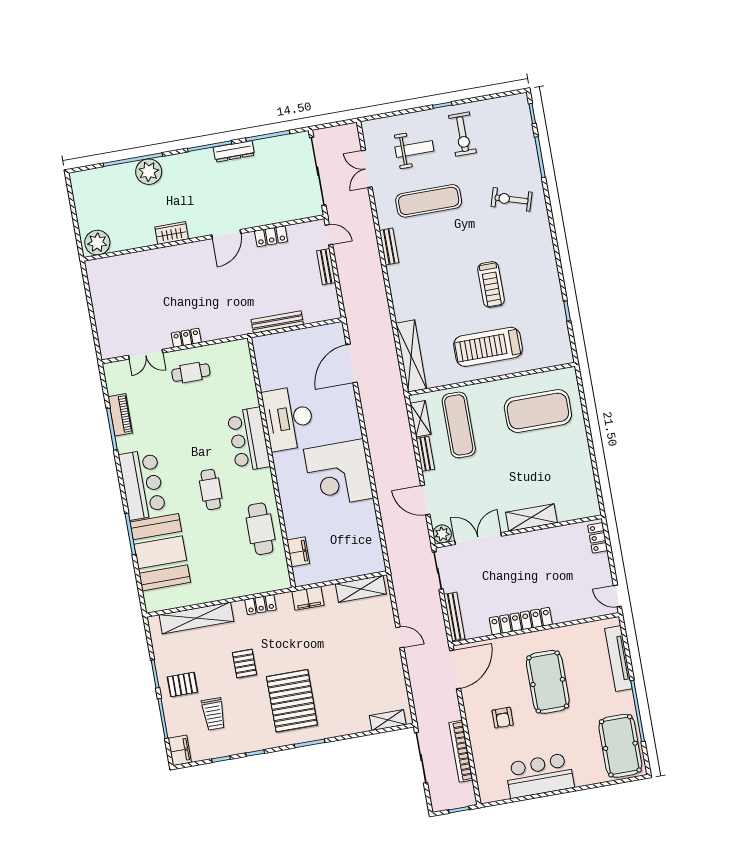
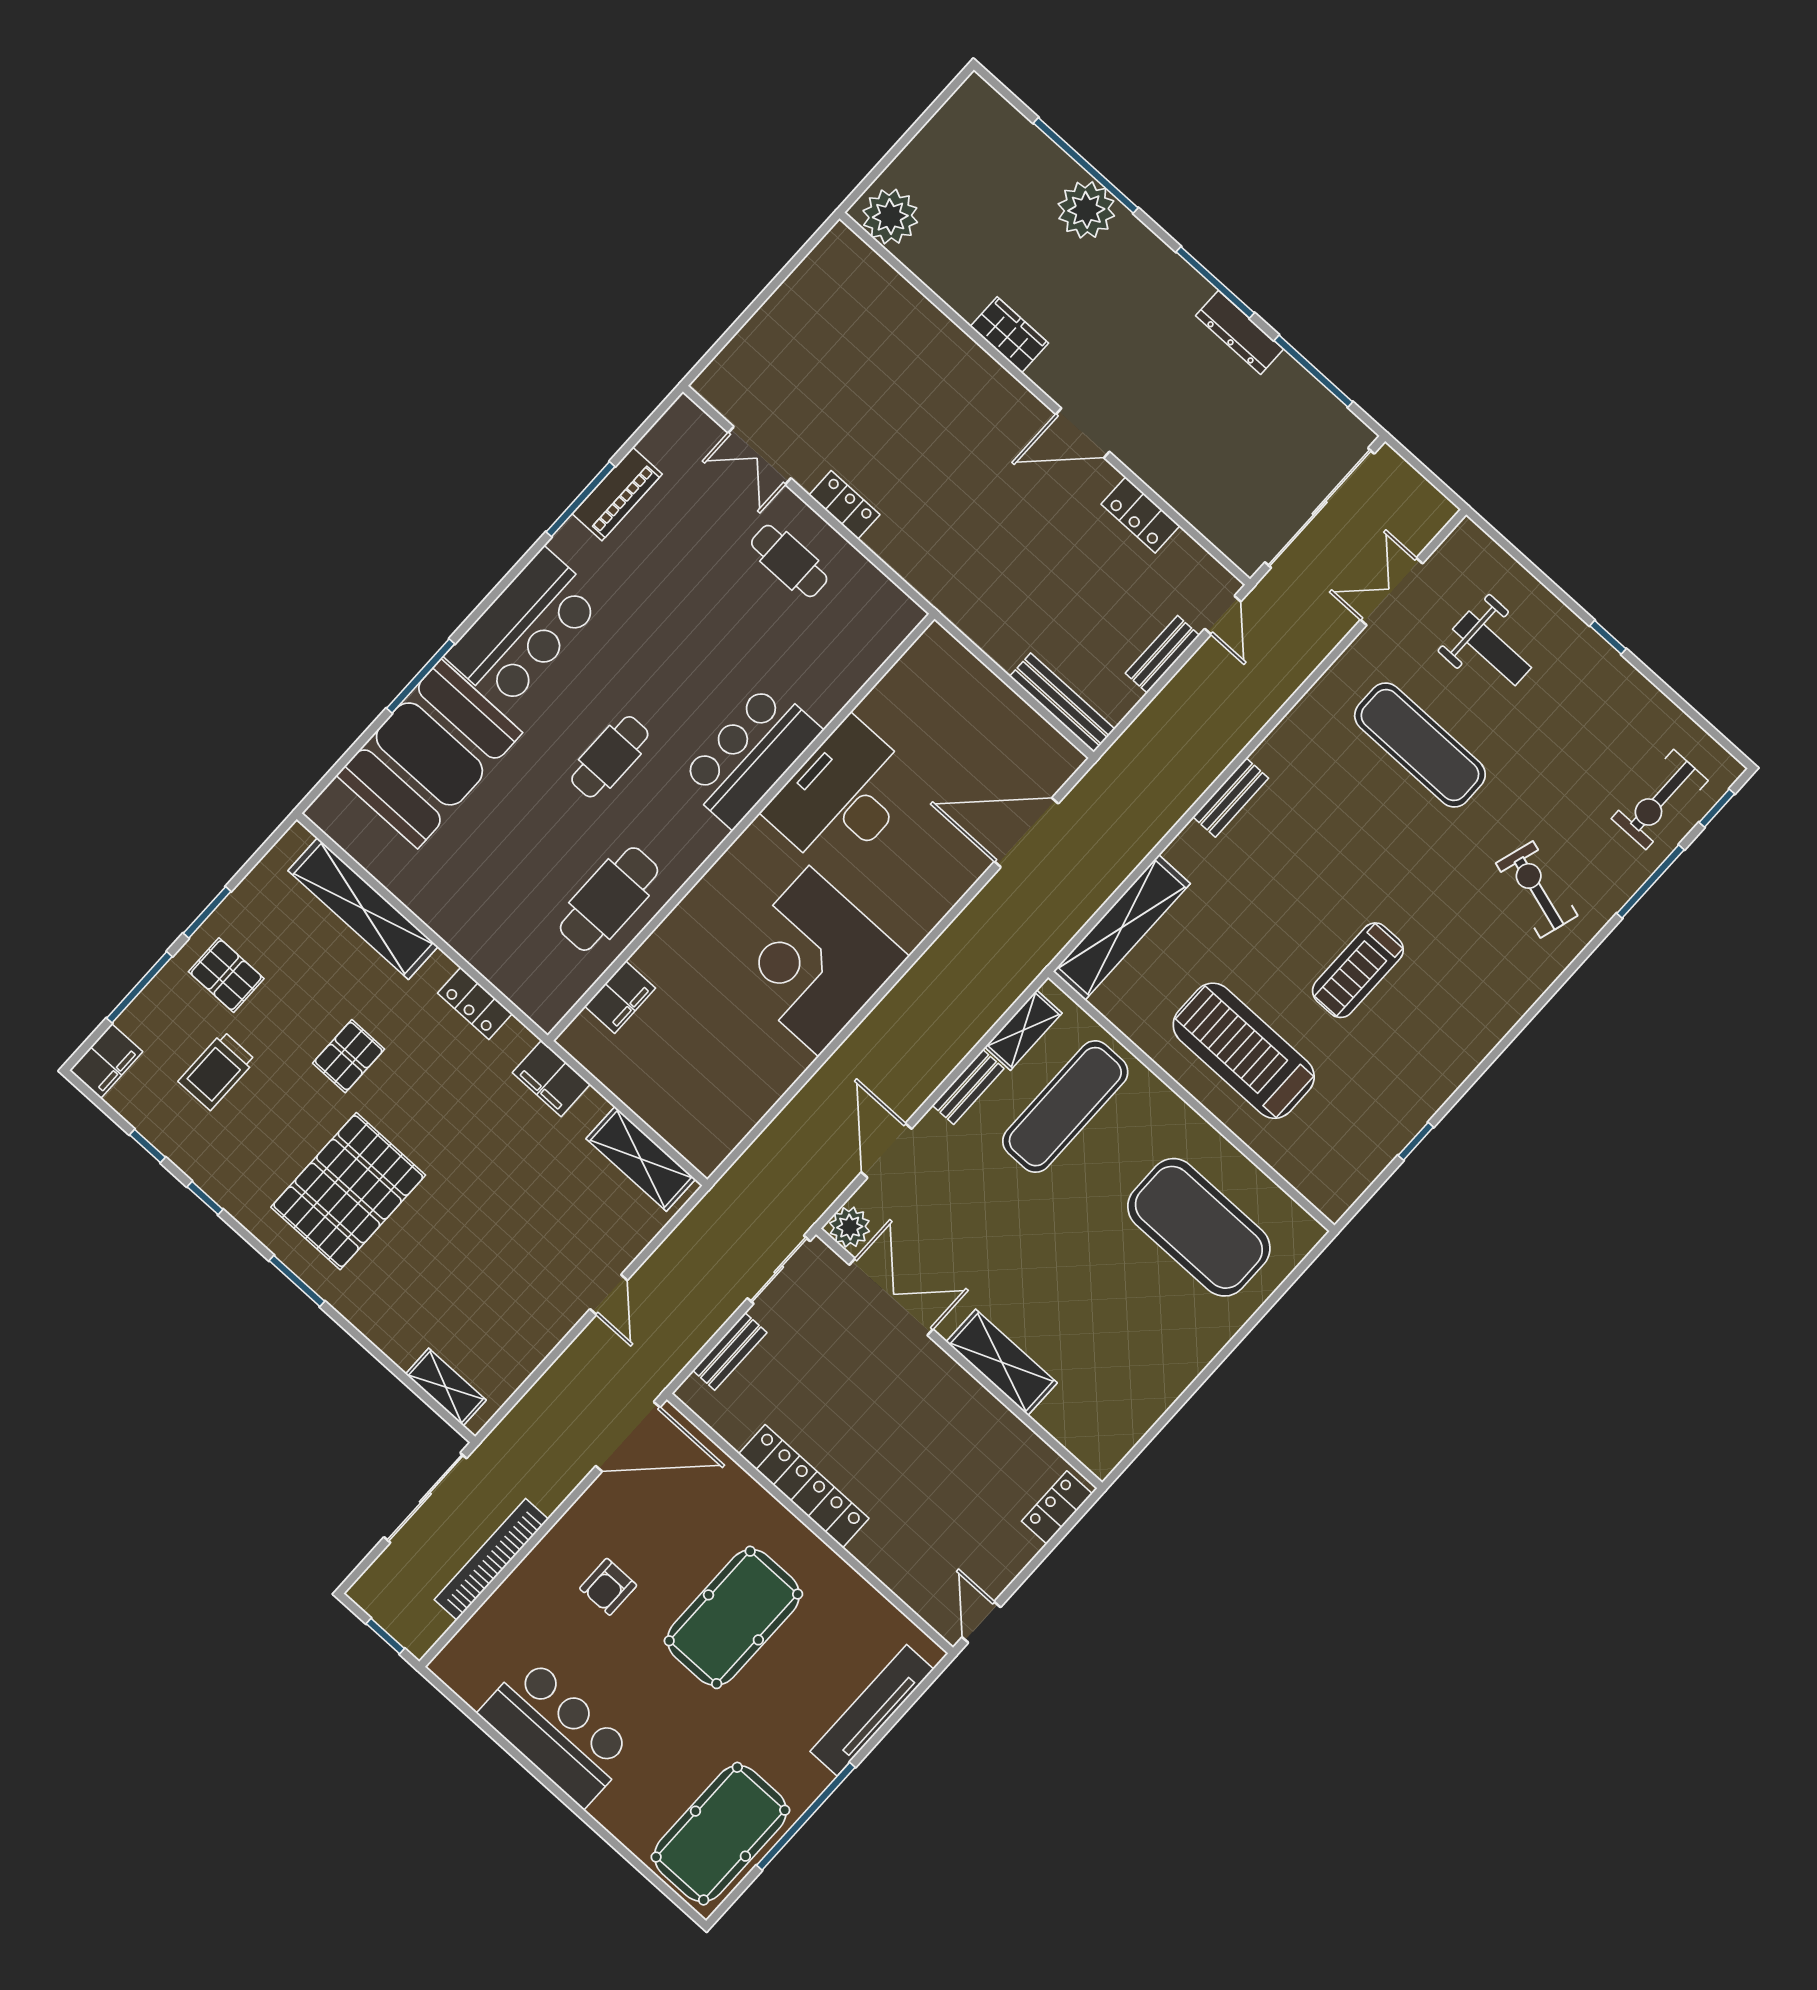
exercise bike: (462, 134) -> (1660, 800), moved
bench: (389, 247) -> (1231, 798), moved
bench: (277, 322) -> (1062, 703), moved
bench: (454, 617) -> (730, 1351), width x0.73

